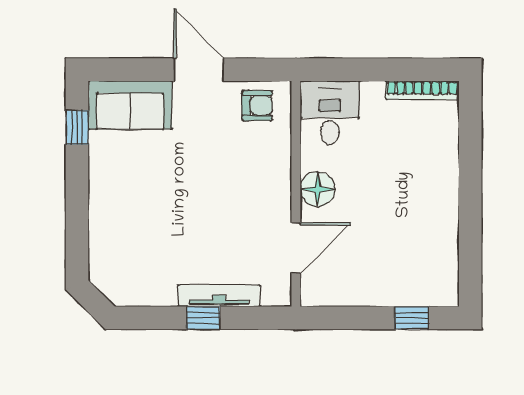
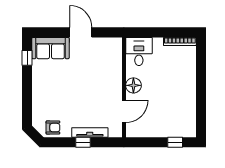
armchair: (257, 105) -> (53, 128), moved

